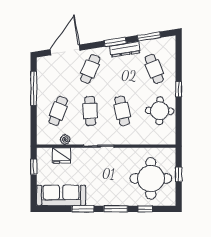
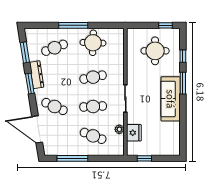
window: (179, 89) -> (73, 25), width x2.17
window: (179, 174) -> (165, 25), moved
round table: (151, 178) -> (155, 51), width x0.73, depth x0.73
sofa: (61, 195) -> (171, 99), moved
window: (83, 209) -> (183, 113), removed

